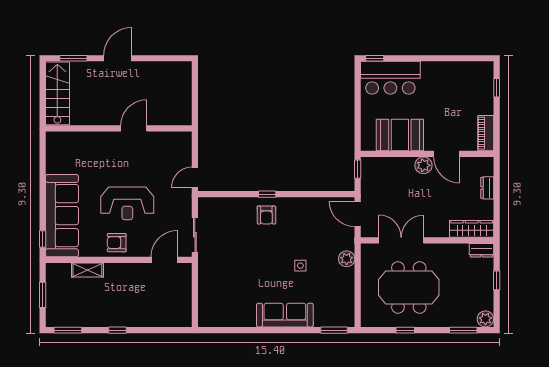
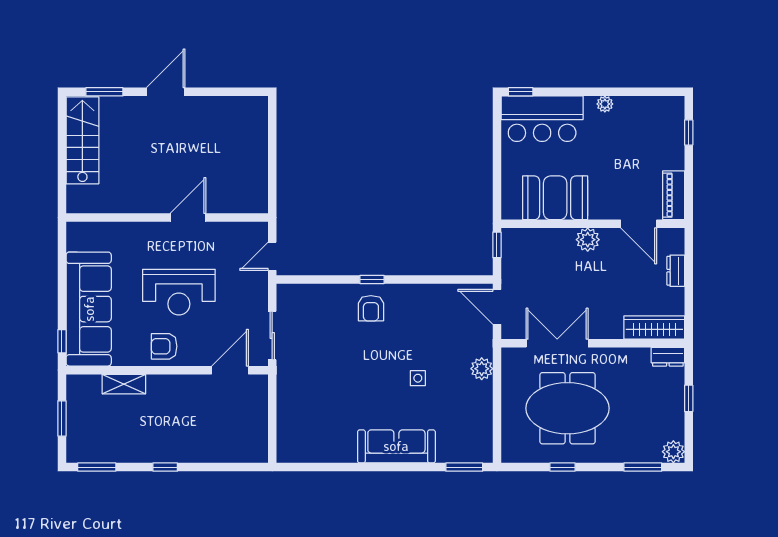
plant: (436, 67) -> (605, 104), added
wall: (119, 128) -> (167, 218), moved
door: (134, 128) -> (188, 218), moved
door: (447, 154) -> (639, 224), moved

